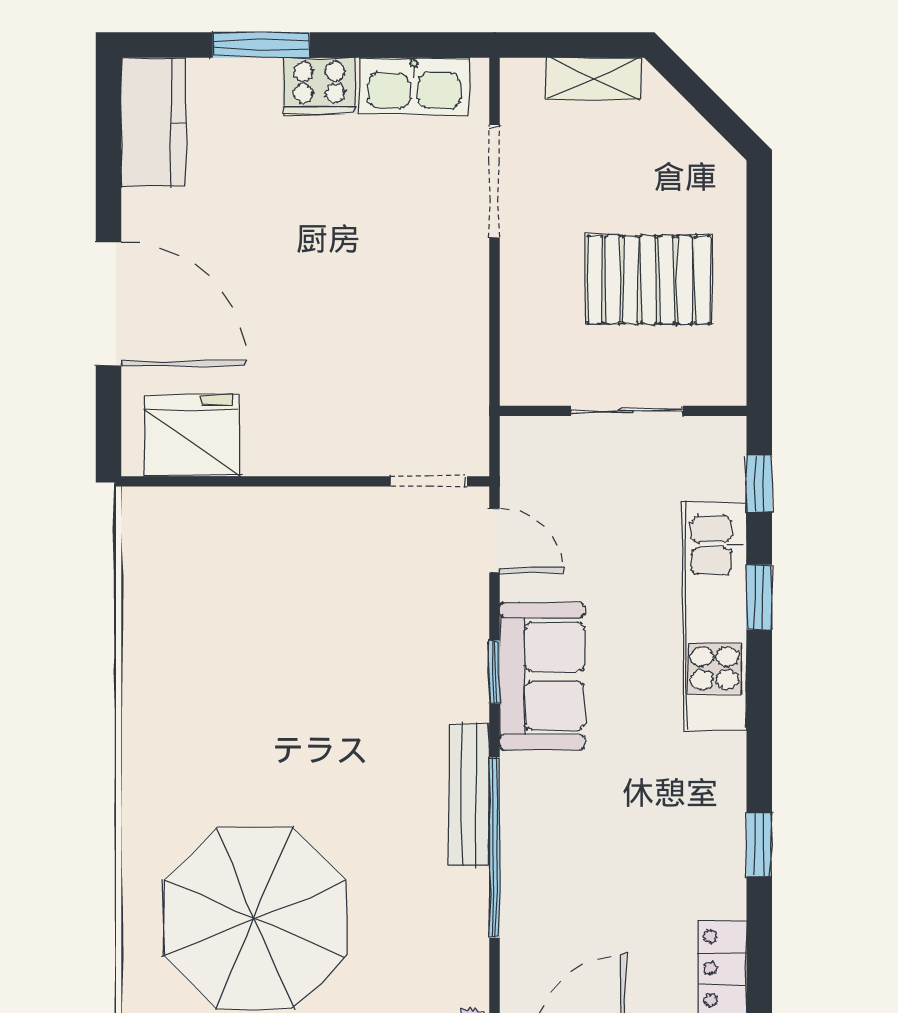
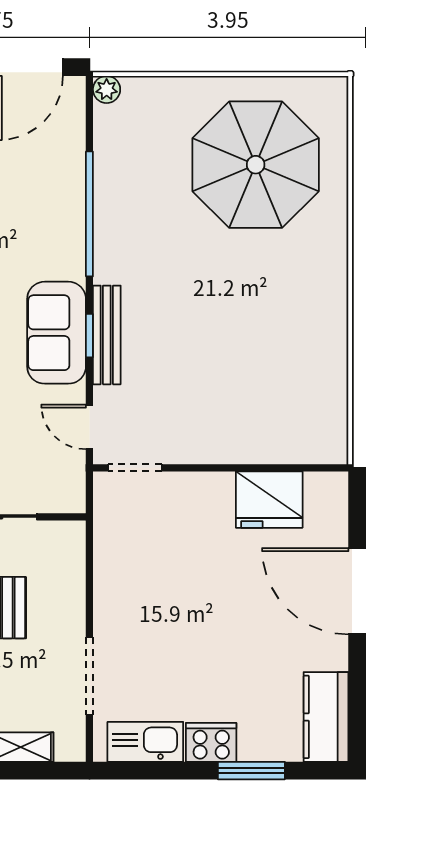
fridge: (192, 436) -> (269, 500), moved
bench: (469, 795) -> (107, 335), moved

